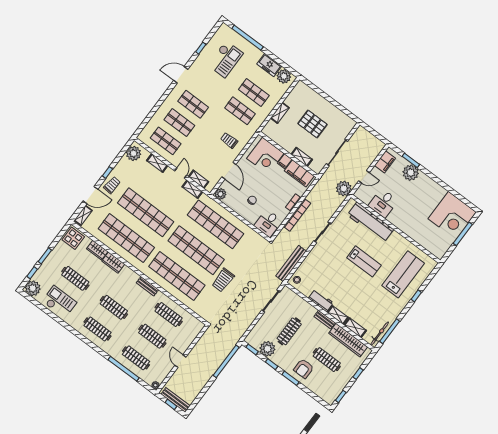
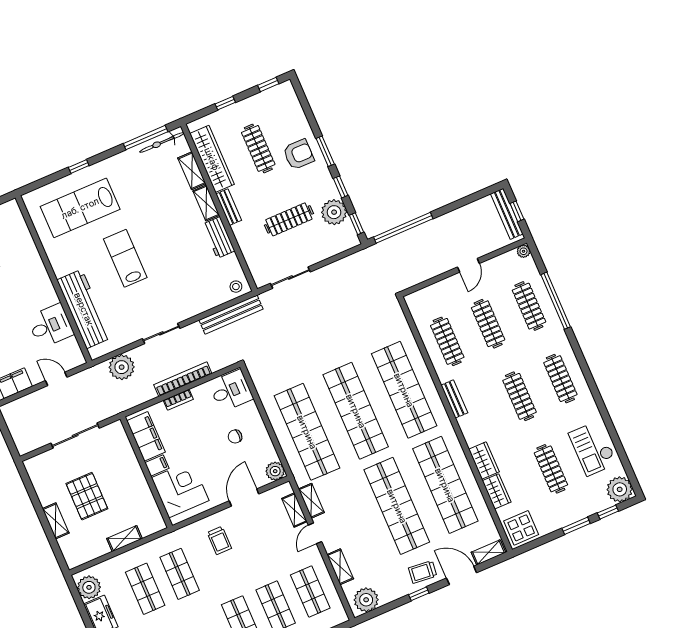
shelving: (302, 157) -> (56, 521), moved
plant: (344, 188) -> (122, 367), moved
trolley: (223, 280) -> (341, 346), removed

